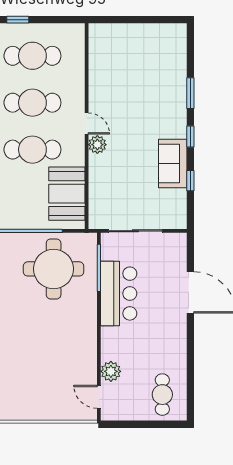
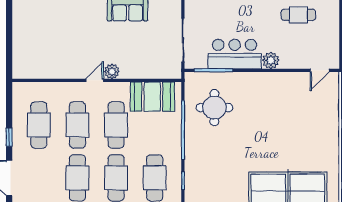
round table: (54, 269) -> (214, 108), width x0.73, depth x0.73
plant: (111, 371) -> (271, 60), moved
cafe table: (162, 395) -> (298, 15), moved

